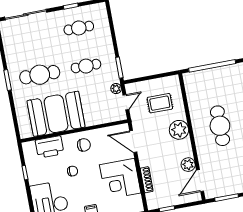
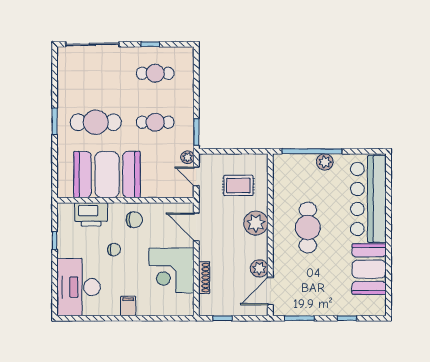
plant: (224, 72) -> (325, 162), added
door: (126, 102) -> (196, 176), swing flipped

